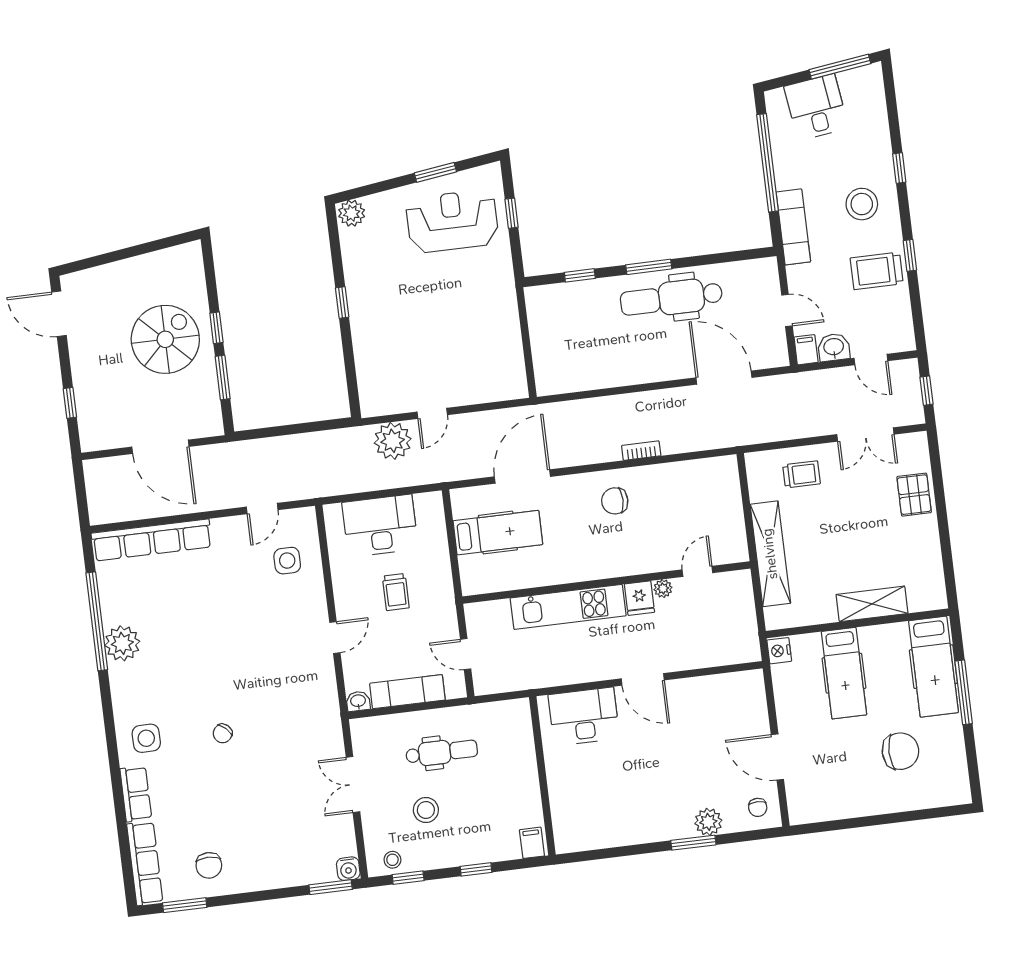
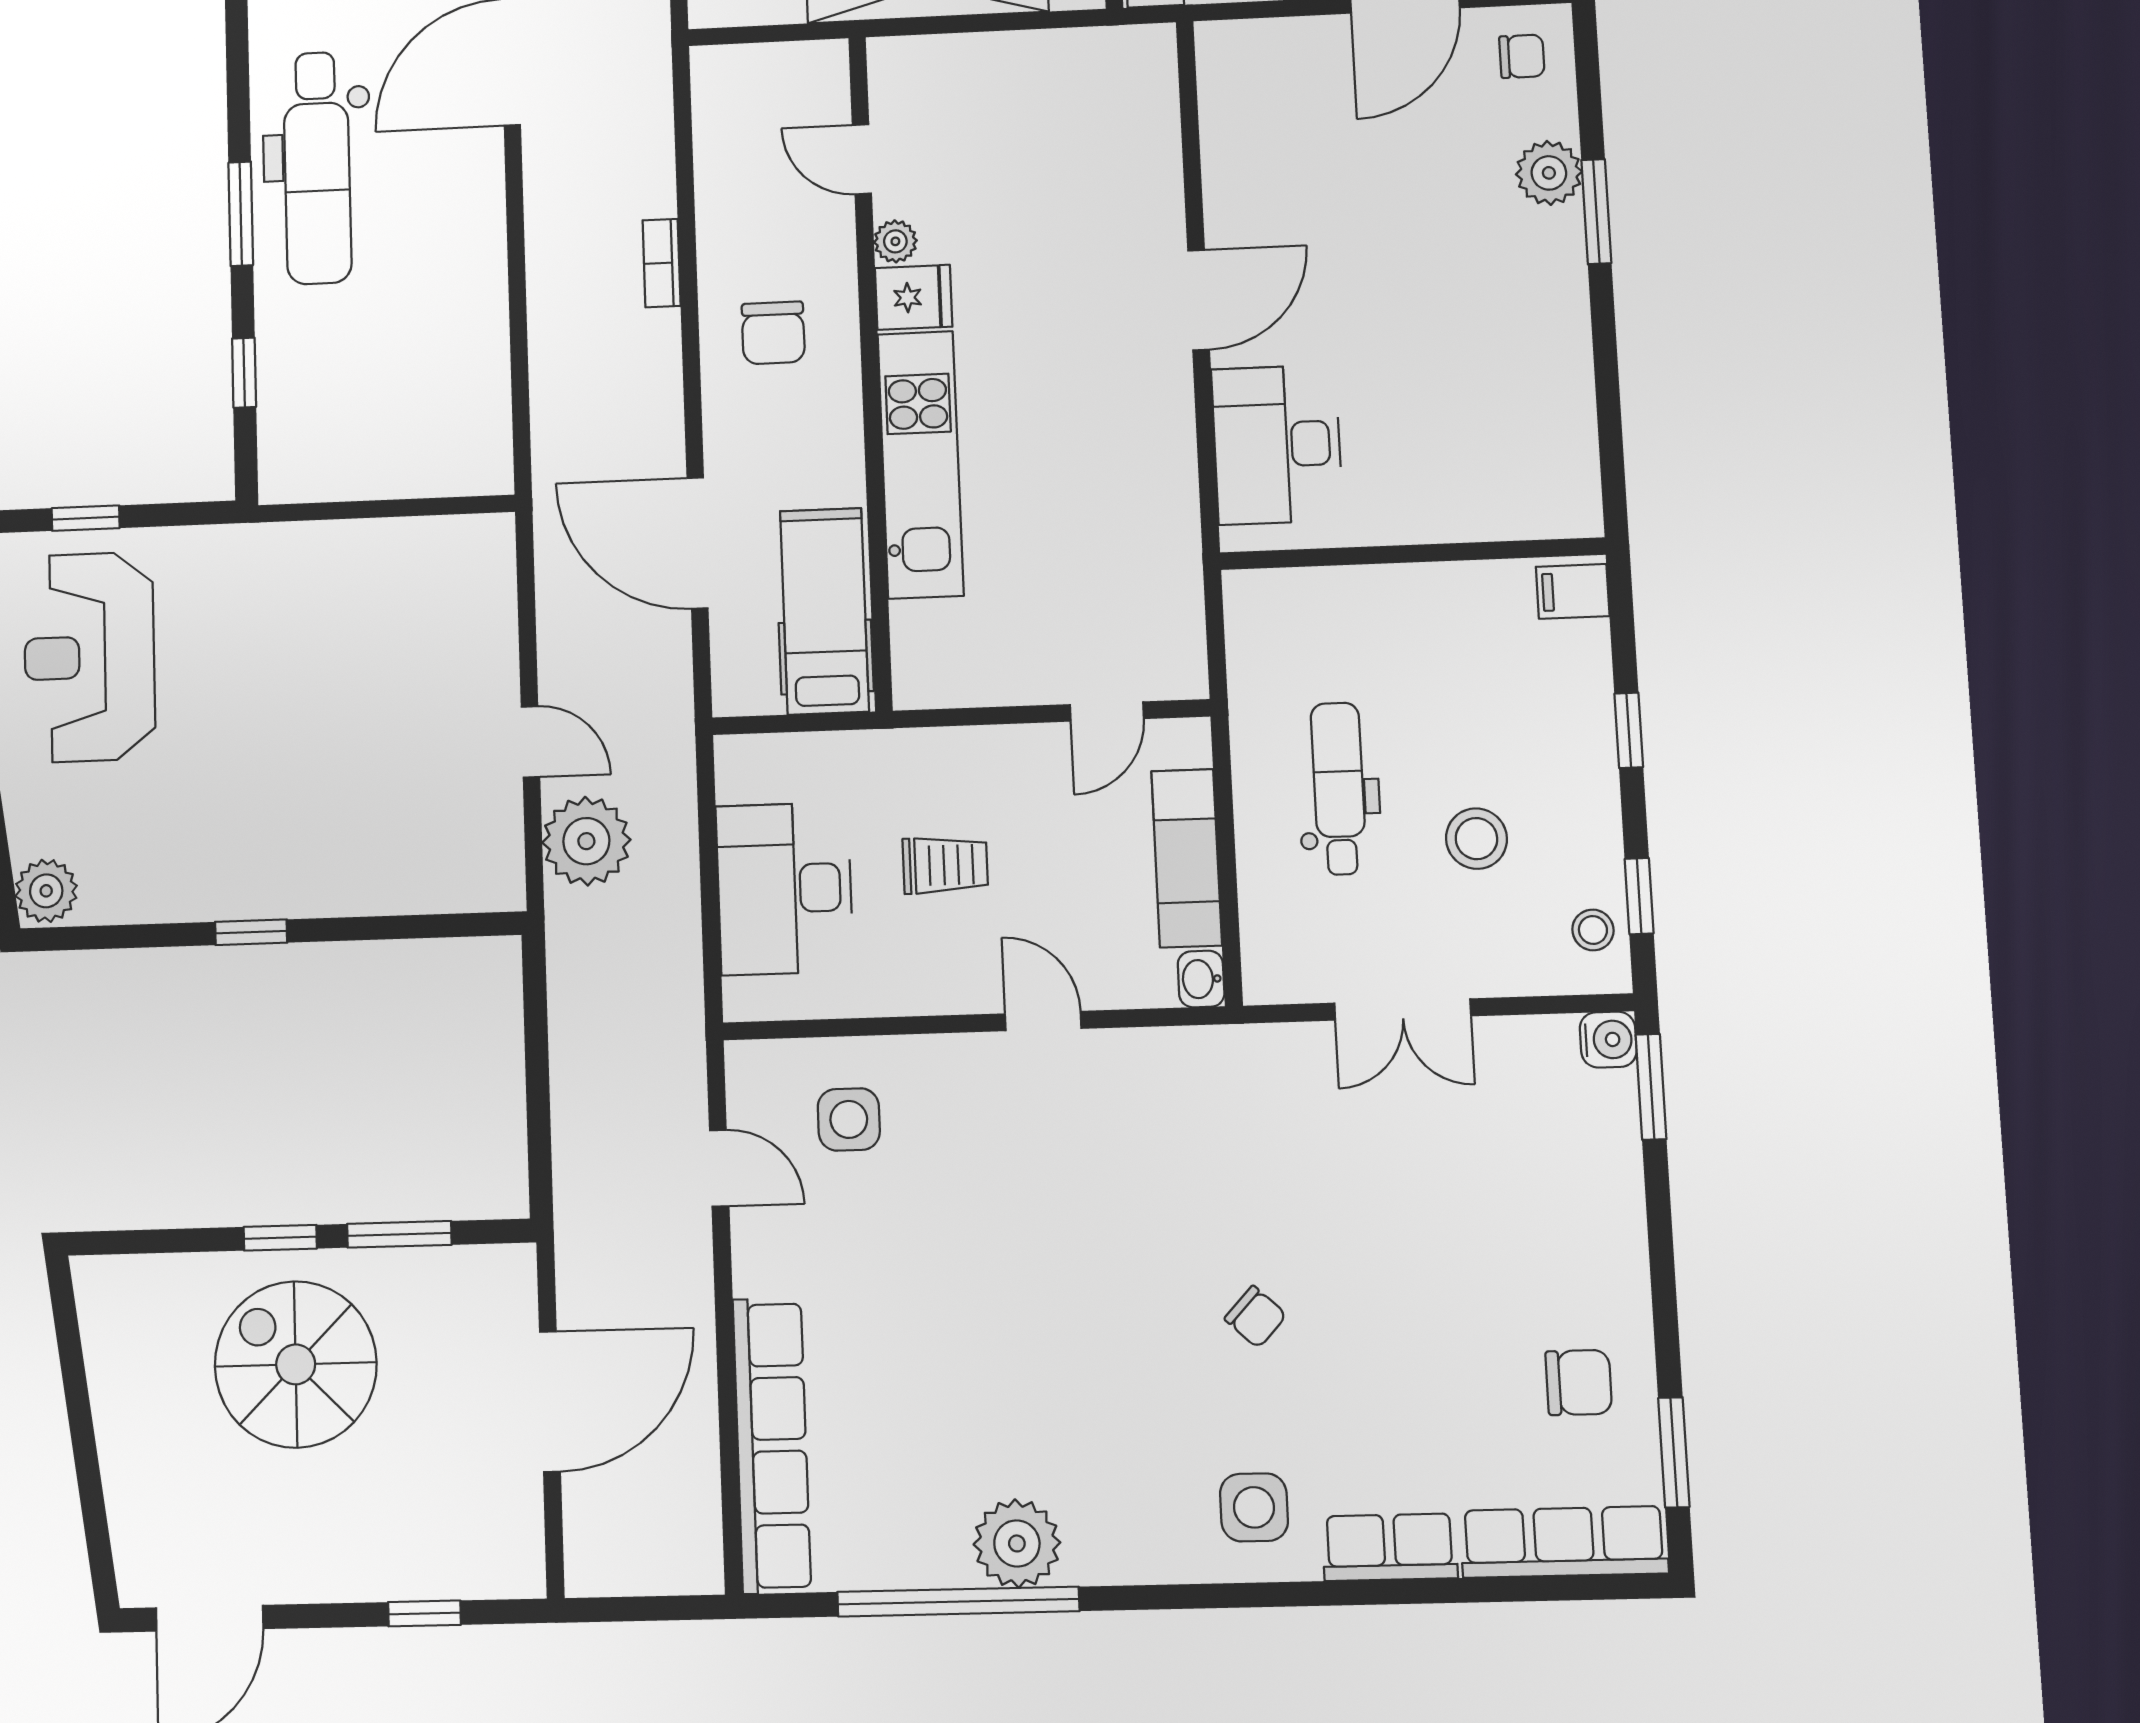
door: (697, 571) -> (862, 159), moved
wall: (606, 582) -> (870, 371), moved
plant: (663, 588) -> (895, 241), moved
fridge: (639, 598) -> (914, 297), moved
kitchen unit: (568, 607) -> (920, 465), moved

